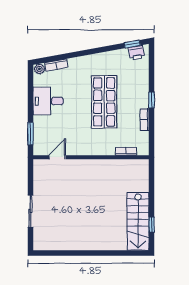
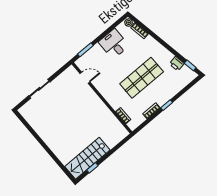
printer: (136, 53) -> (177, 64), moved

